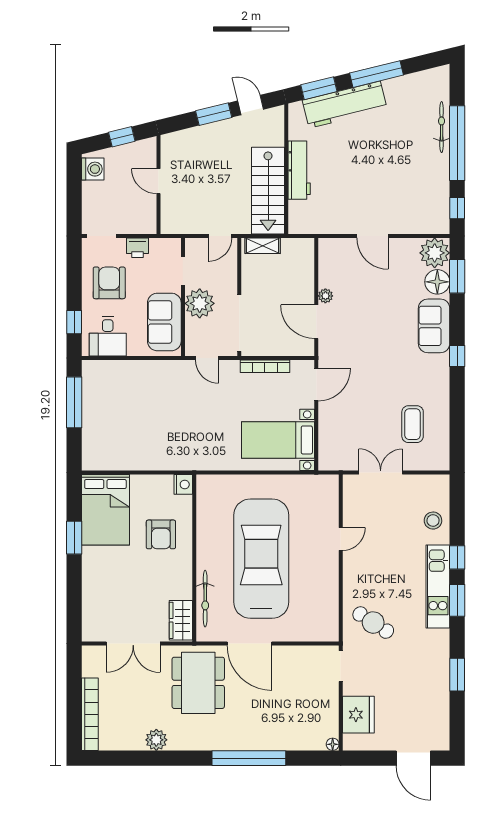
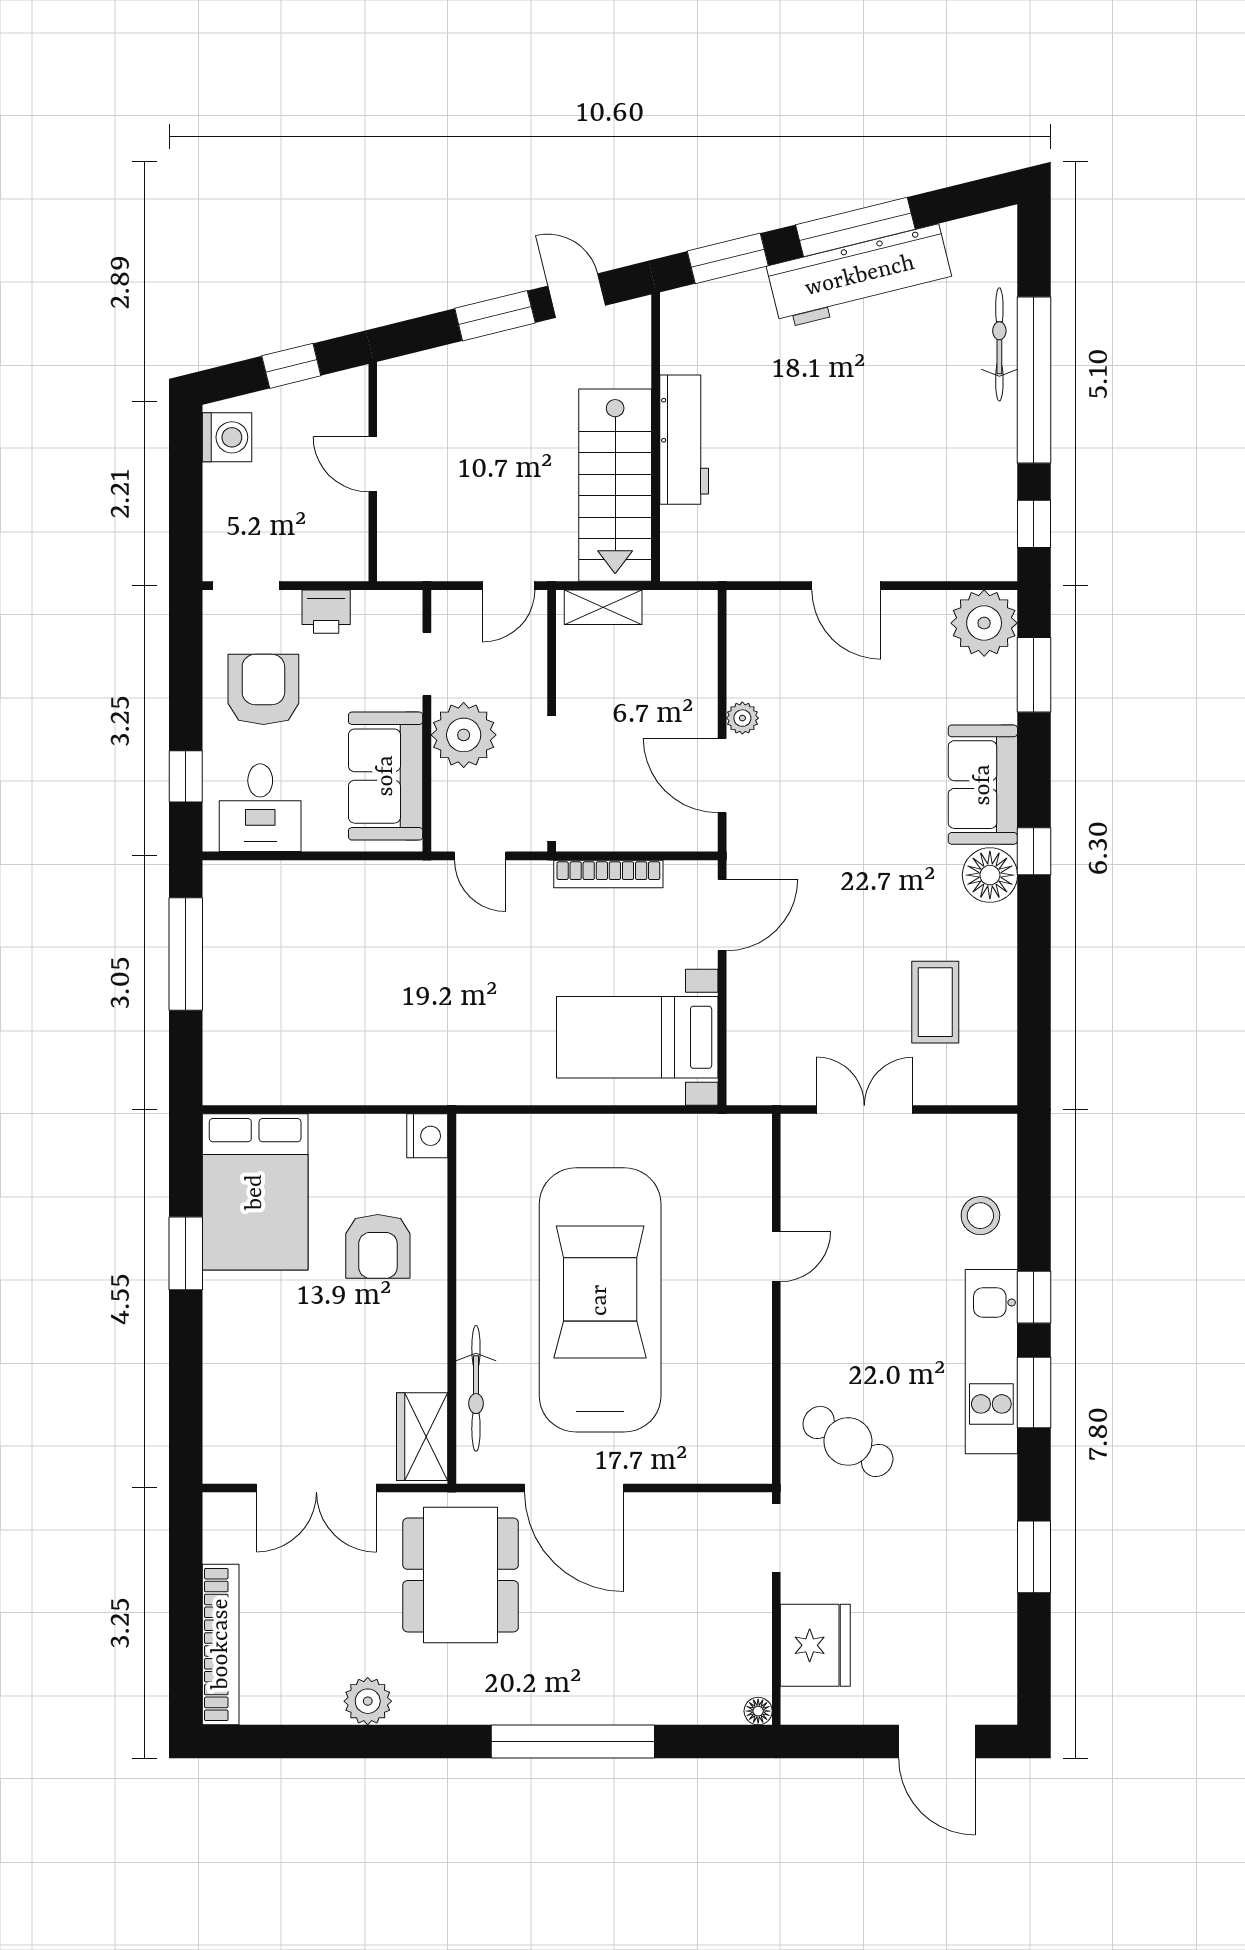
workbench: (345, 105) -> (860, 276), moved
floor lamp: (437, 282) -> (990, 875), moved

